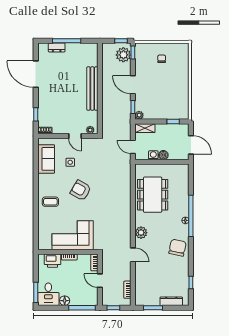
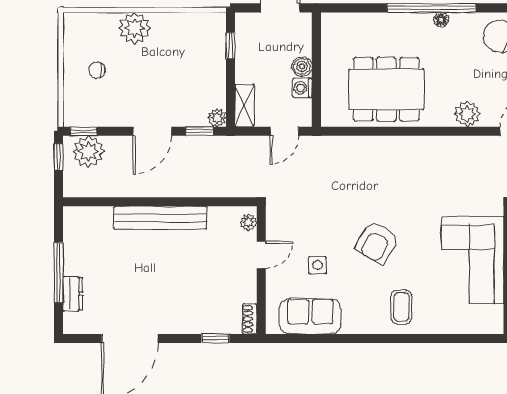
plant: (181, 76) -> (135, 28), added

